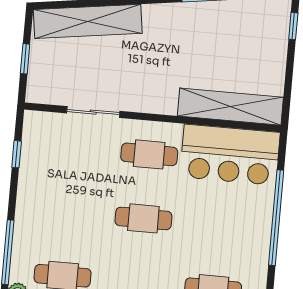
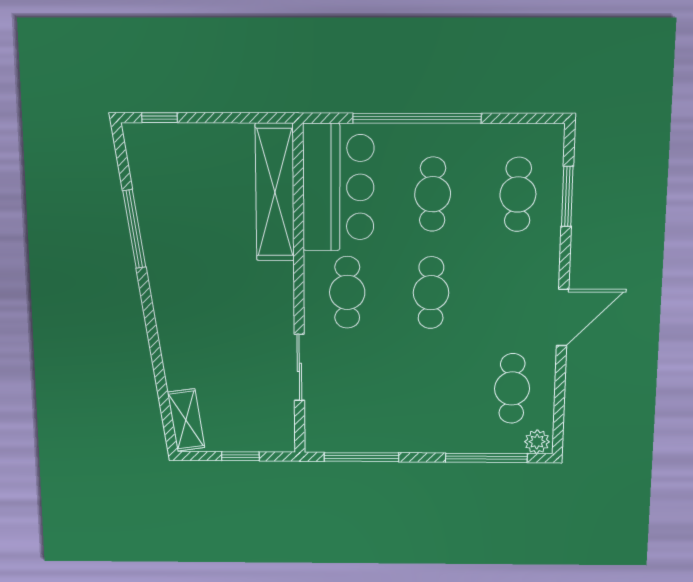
shelving: (88, 21) -> (186, 420), width x0.45, depth x0.75
window: (17, 154) -> (362, 457), width x2.17
cafe table: (219, 225) -> (433, 194), added

